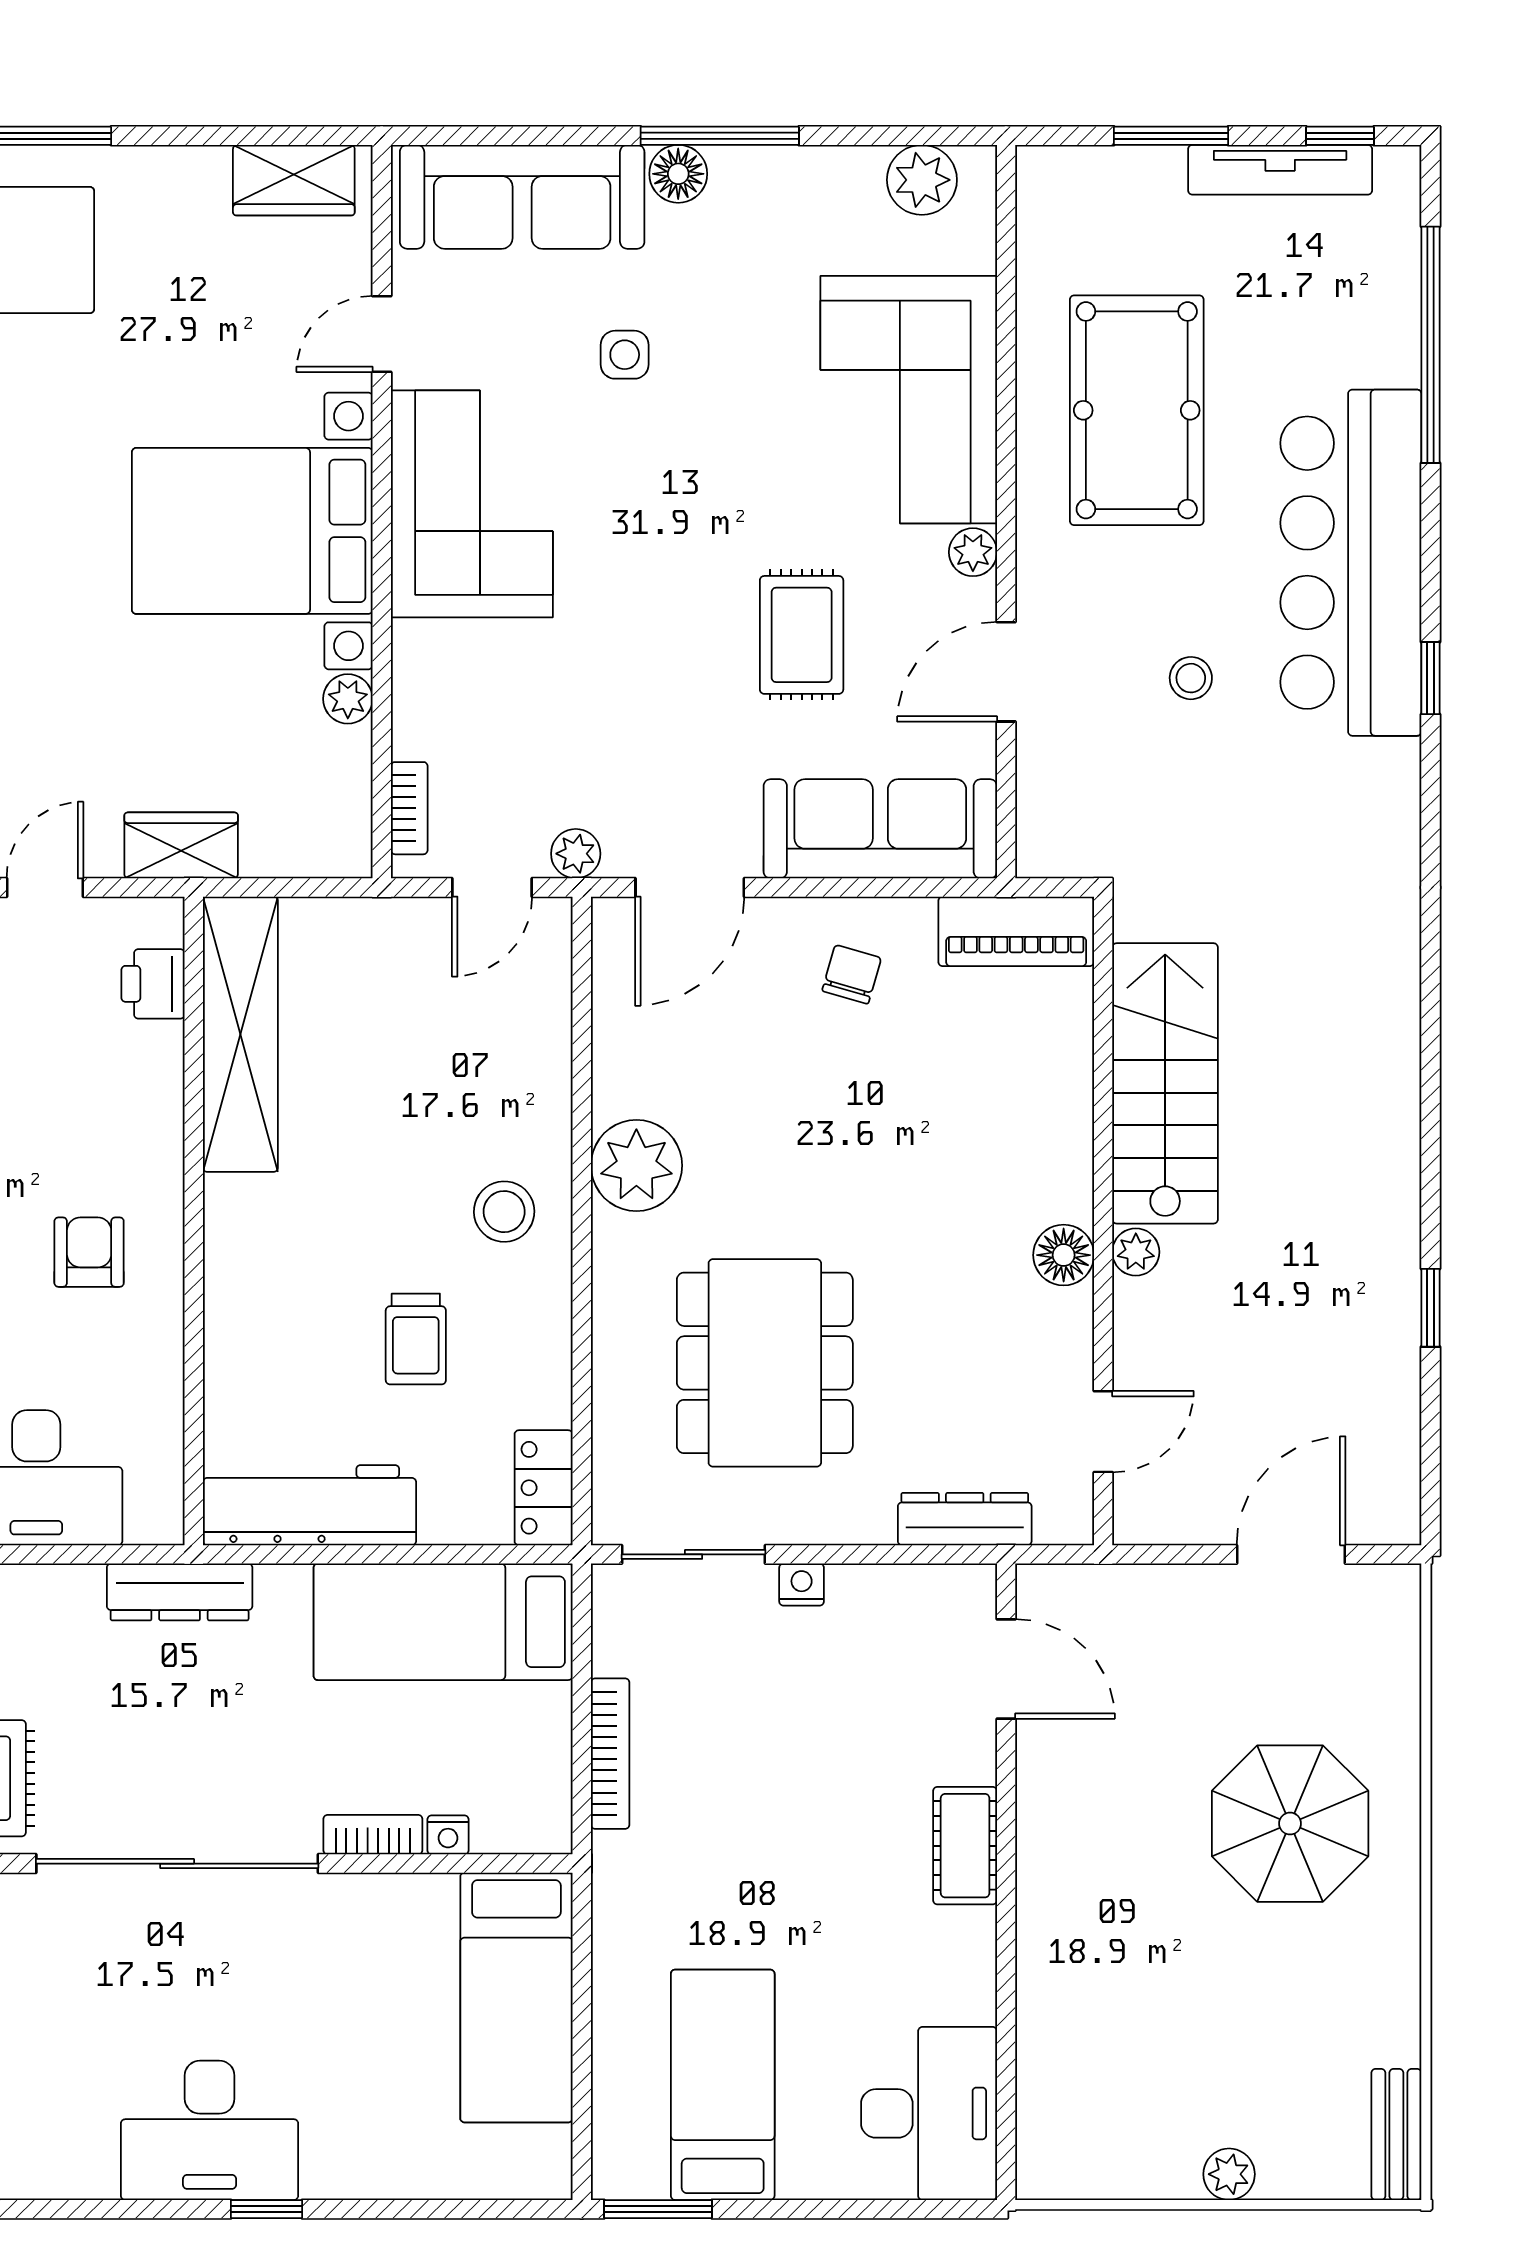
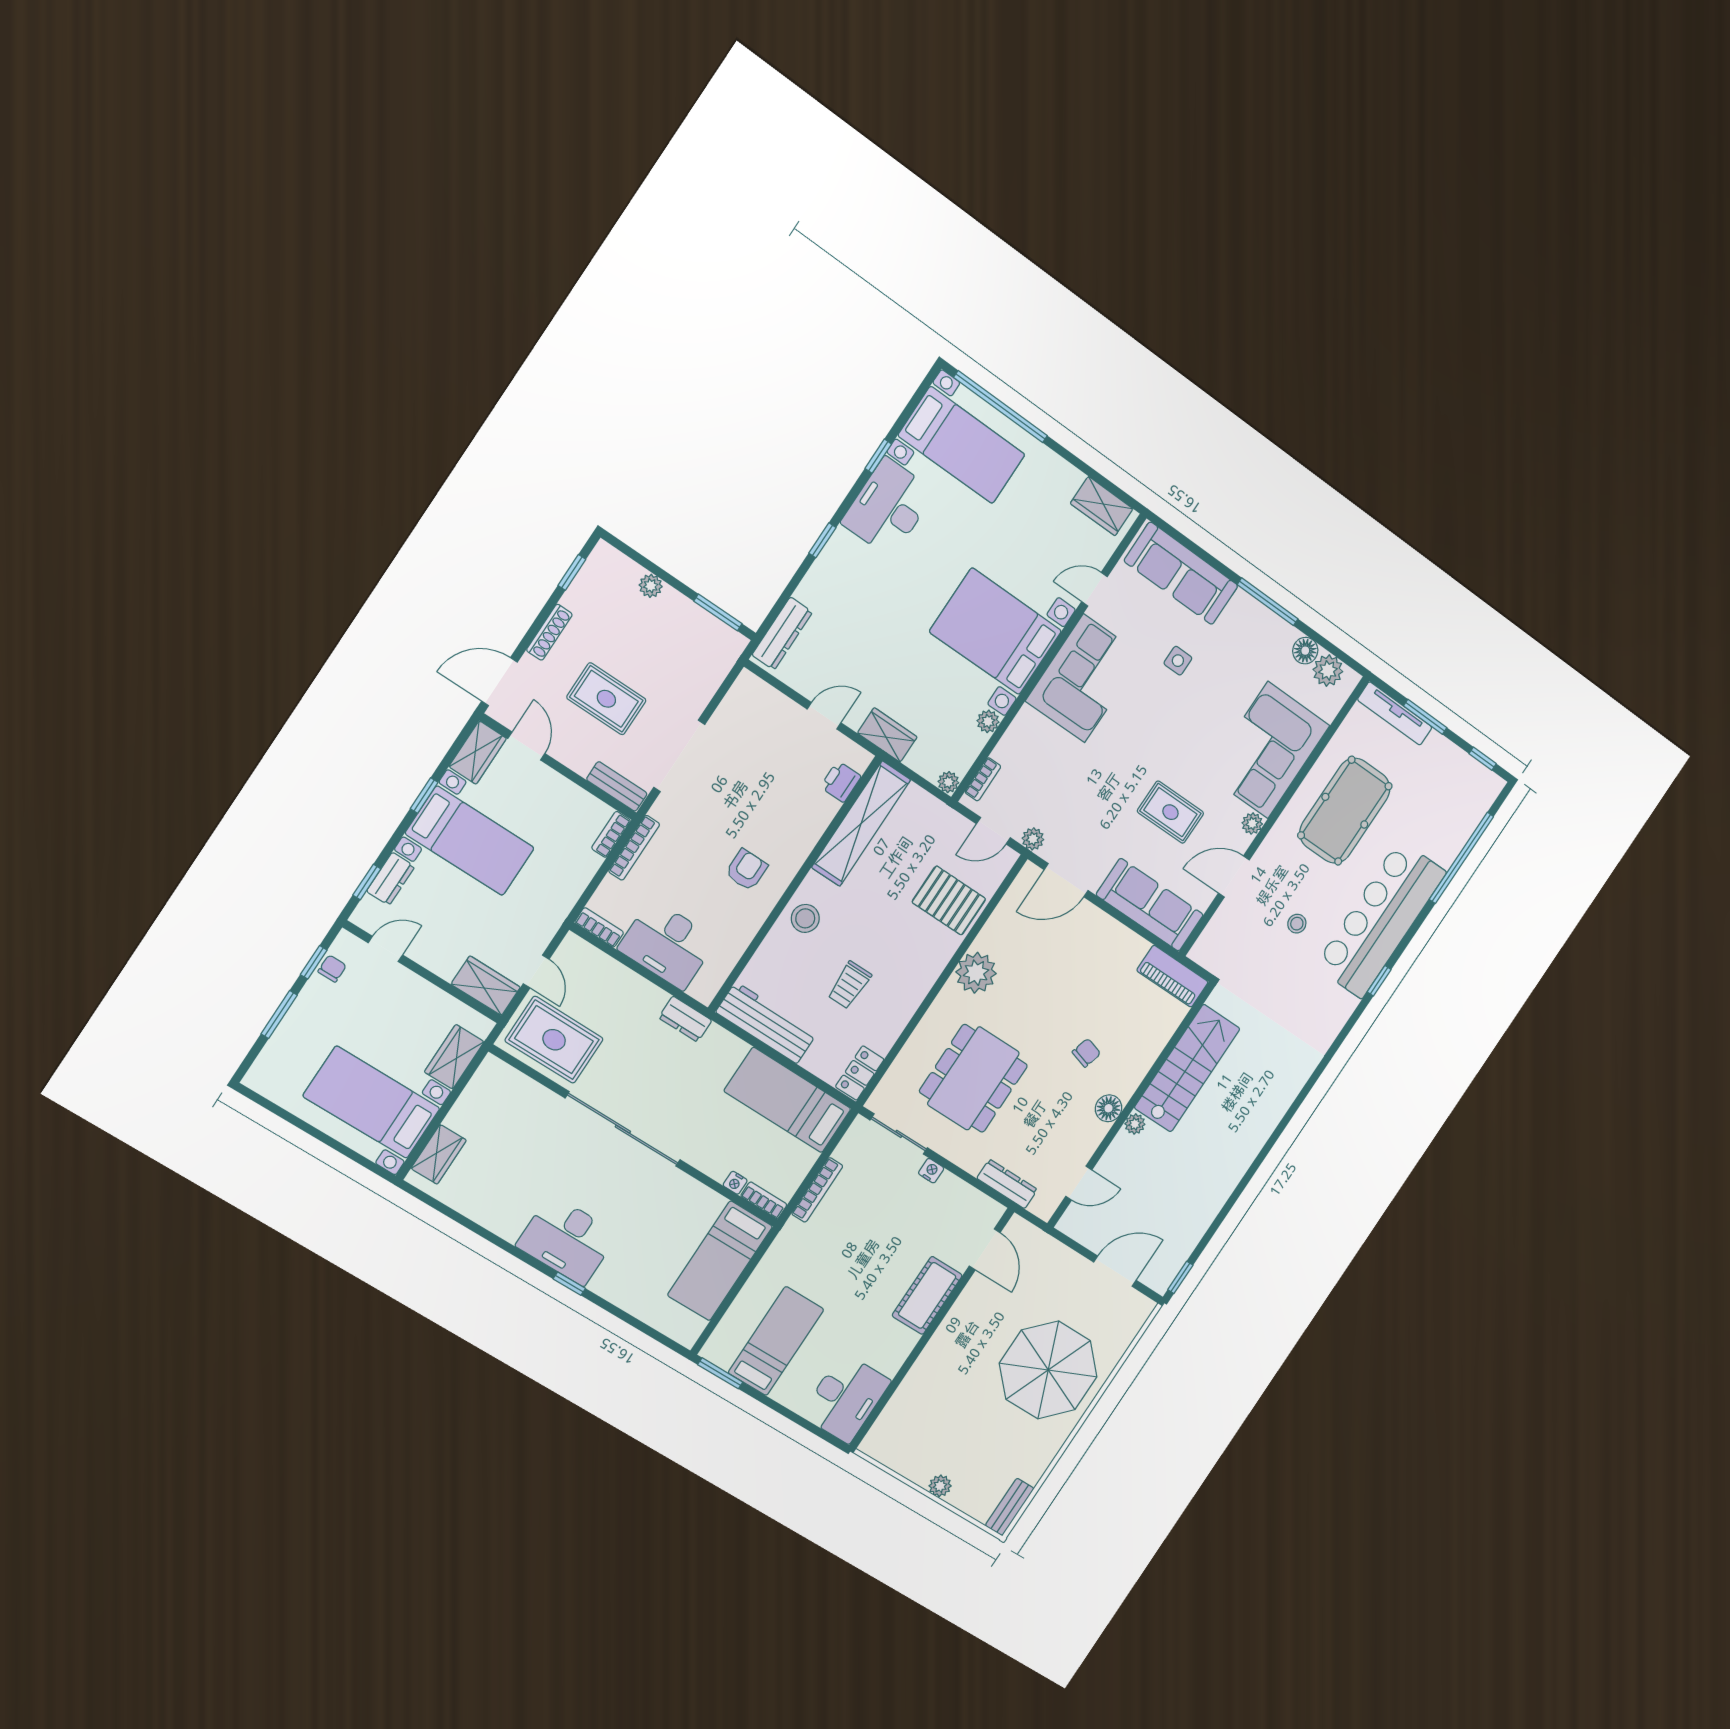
tv unit: (1280, 170) -> (1395, 713), moved
floor lamp: (678, 174) -> (1305, 651), moved
rug: (802, 635) -> (1170, 812), turned 90
plant: (349, 855) -> (948, 782), added
chair: (852, 974) -> (1086, 1053), moved
pallet: (496, 1067) -> (949, 900), added
stool: (504, 1212) -> (805, 918), moved
window: (1430, 1308) -> (1180, 1277), moved
dresser: (180, 1592) -> (685, 1019), width x0.70
parasol: (1290, 1824) -> (1048, 1370), width x1.36, depth x1.36
bookcase: (373, 1835) -> (764, 1200), moved
cot: (965, 1846) -> (927, 1295), width x1.37, depth x1.34

